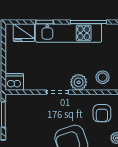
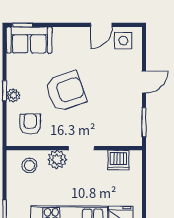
dishwasher: (14, 82) -> (118, 160), moved

